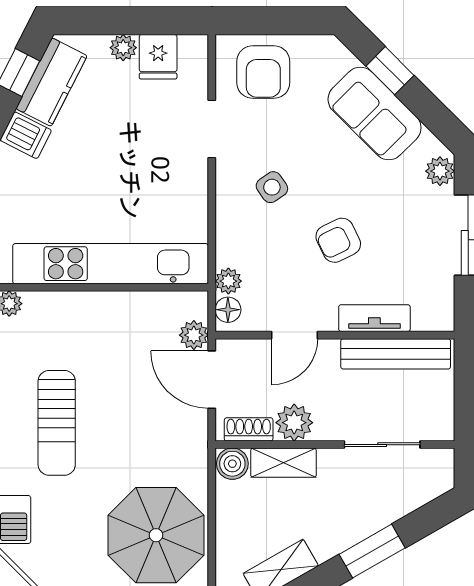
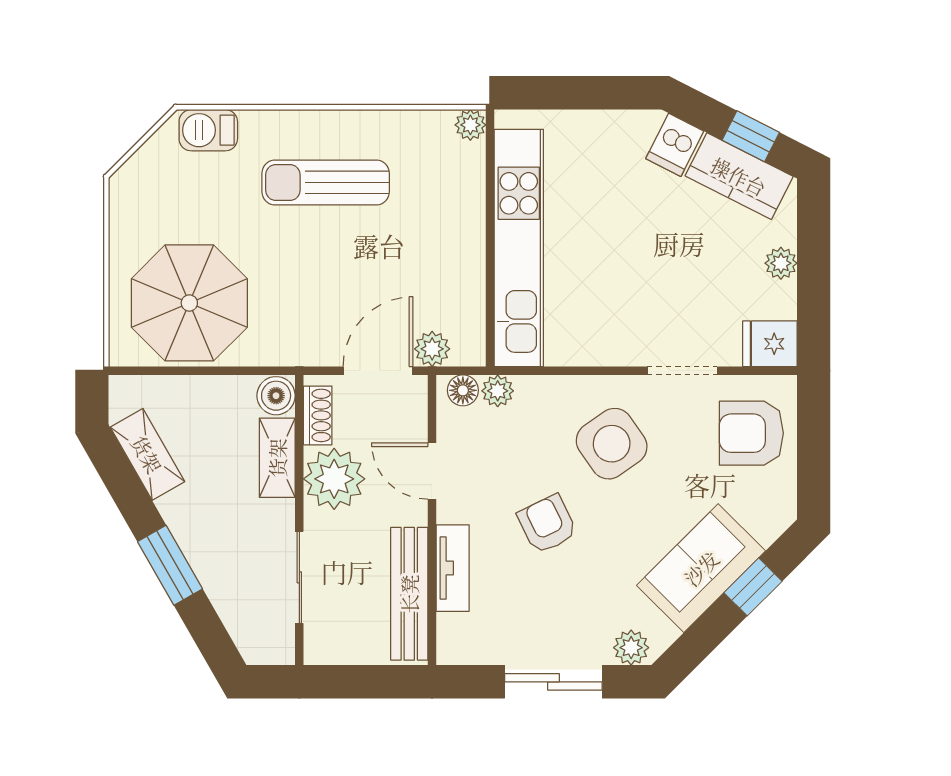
fridge: (158, 57) -> (770, 344), moved
side table: (272, 187) -> (612, 444), width x1.87, depth x1.87
plant: (294, 423) -> (334, 479), width x1.36, depth x1.36

